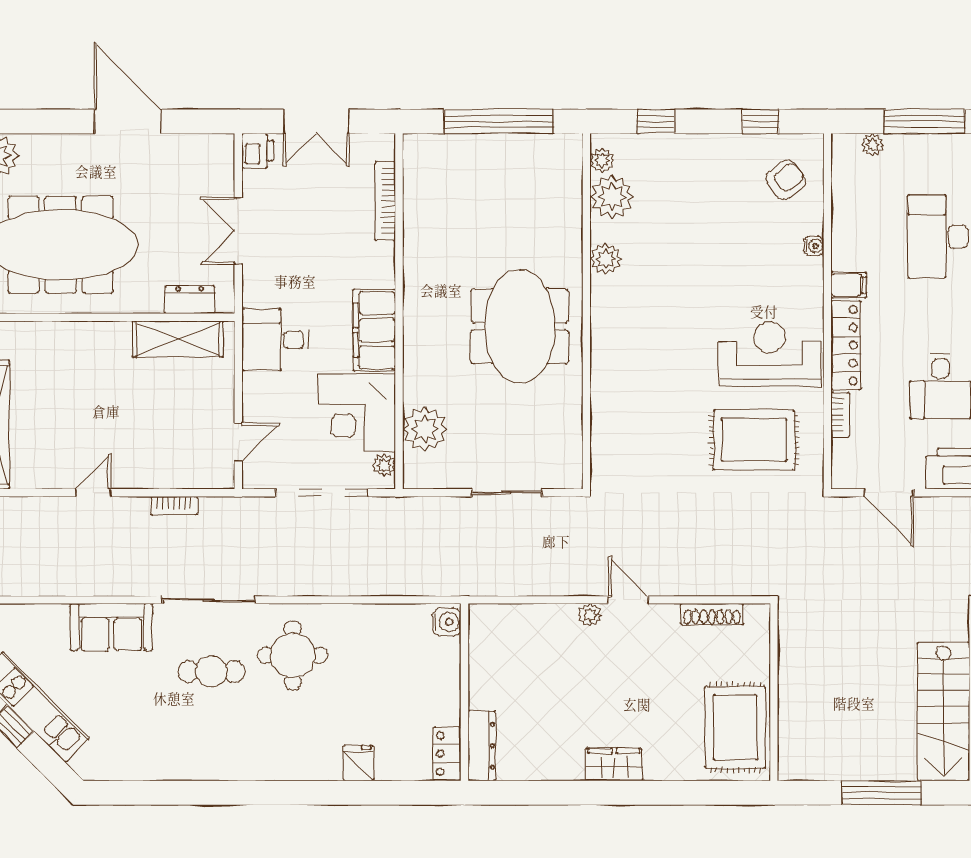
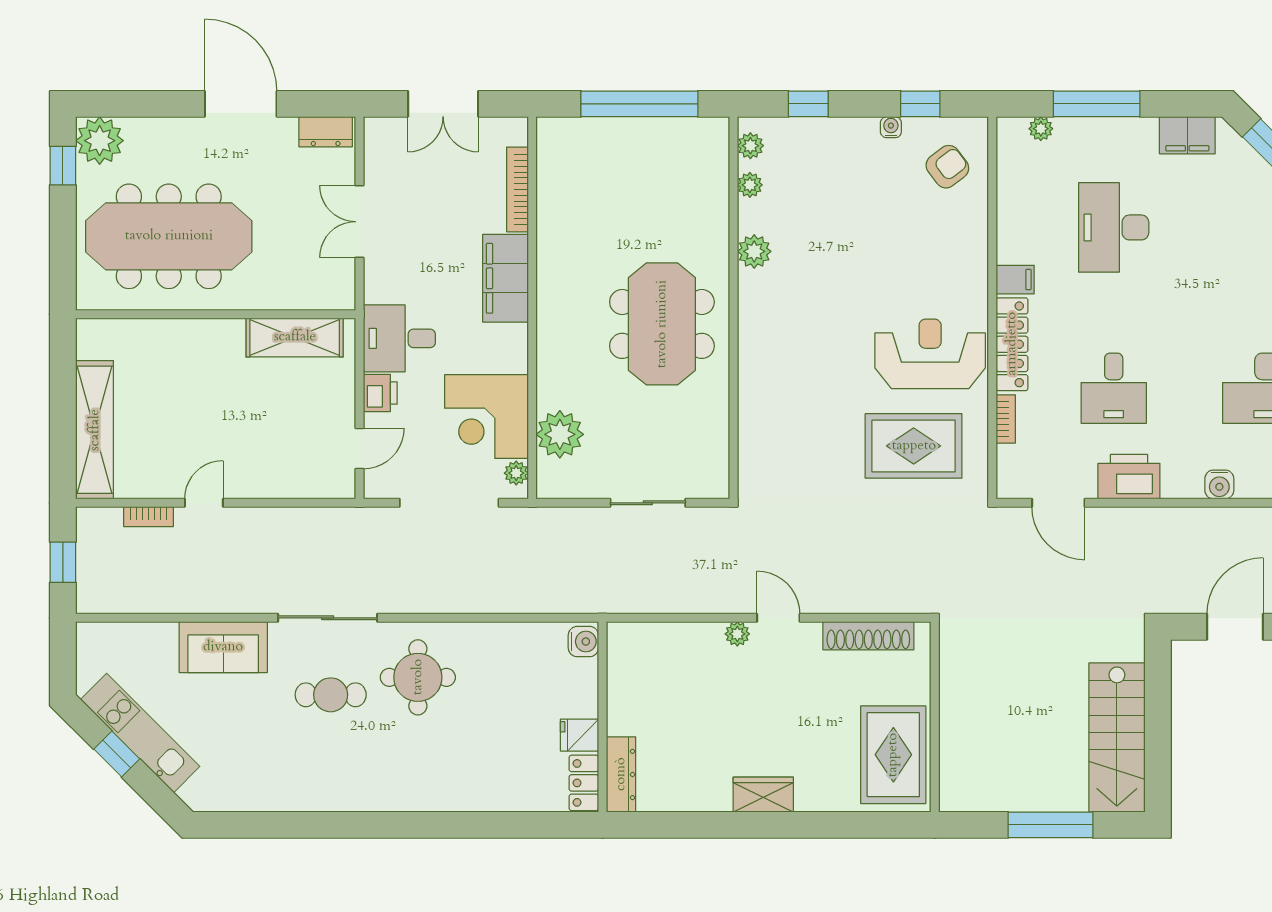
printer: (258, 151) -> (380, 393), moved
plant: (612, 197) -> (750, 185), width x0.53, depth x0.53
water cooler: (814, 246) -> (891, 127), moved, turned -90
dresser: (190, 300) -> (326, 132), moved, turned 180
filing cabinet: (374, 330) -> (505, 278), moved
bookcase: (174, 506) -> (149, 517), moved
shoe rack: (712, 614) -> (868, 636), width x1.36, depth x1.24
fridge: (358, 763) -> (579, 735), moved, turned -90

